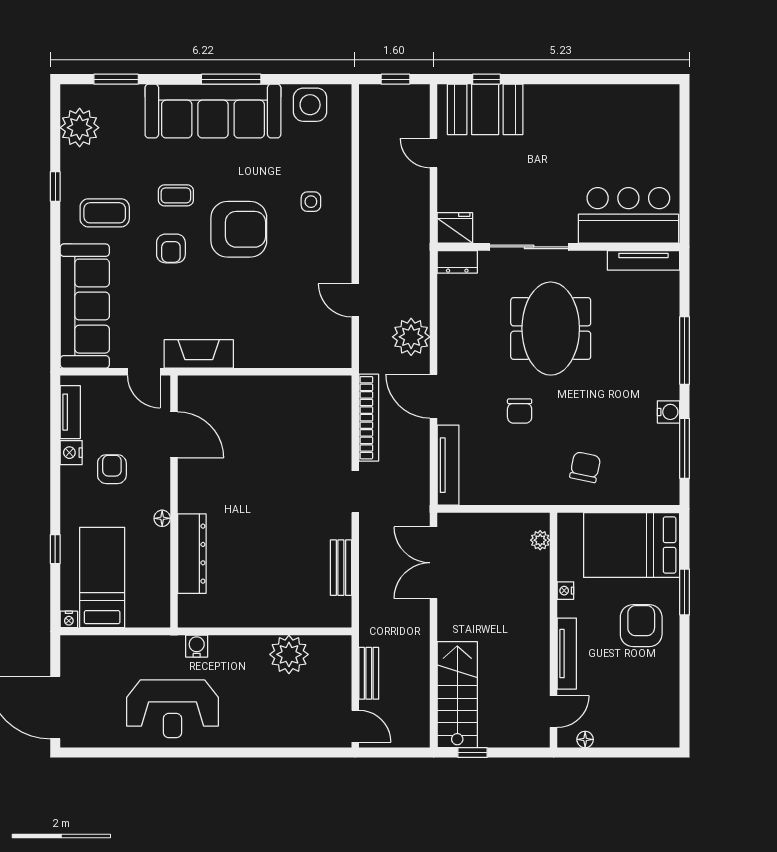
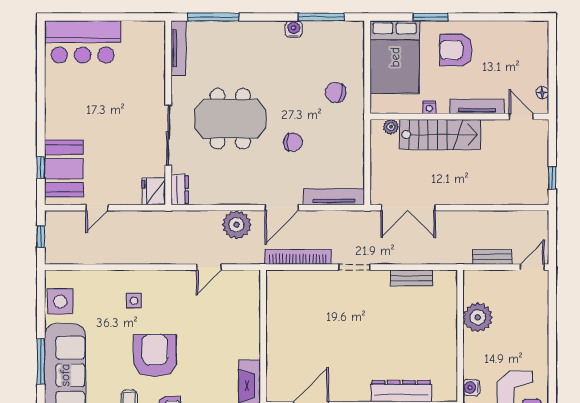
bar counter: (628, 215) -> (83, 42), moved, turned -90
window: (685, 351) -> (213, 17), moved
stairs: (457, 695) -> (440, 135), moved, turned 180

